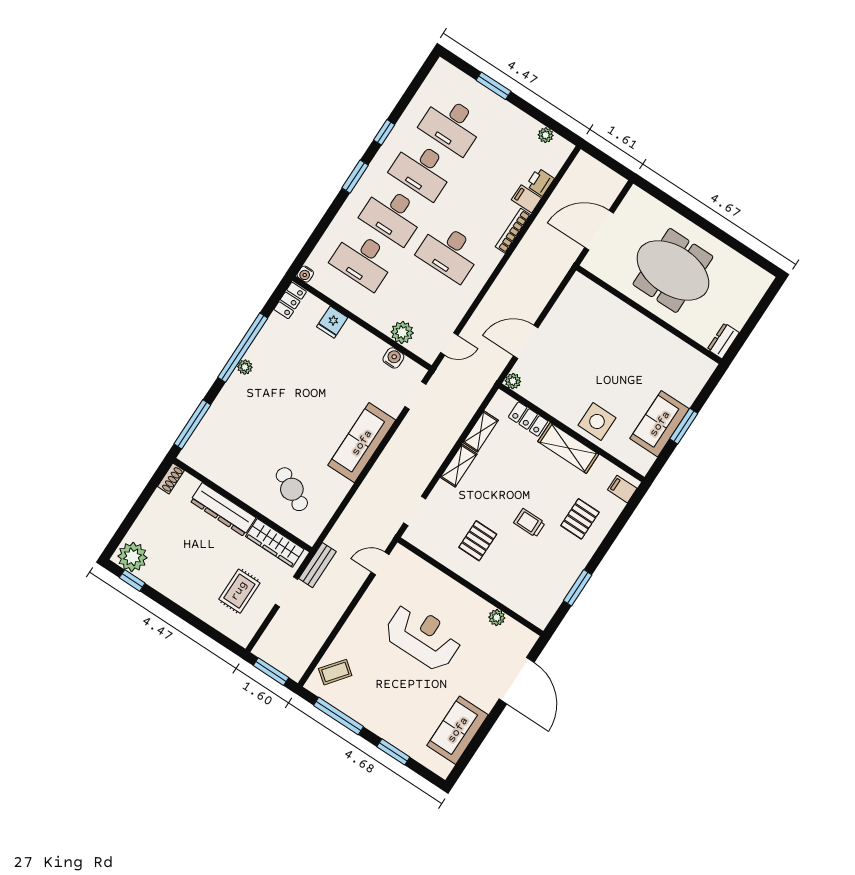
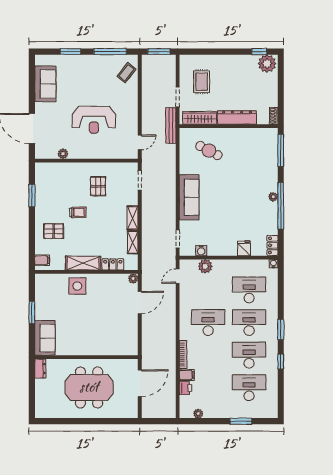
sofa: (660, 424) -> (45, 338), moved
pallet: (580, 519) -> (54, 231), turned 90
bench: (317, 565) -> (171, 126), width x1.36

